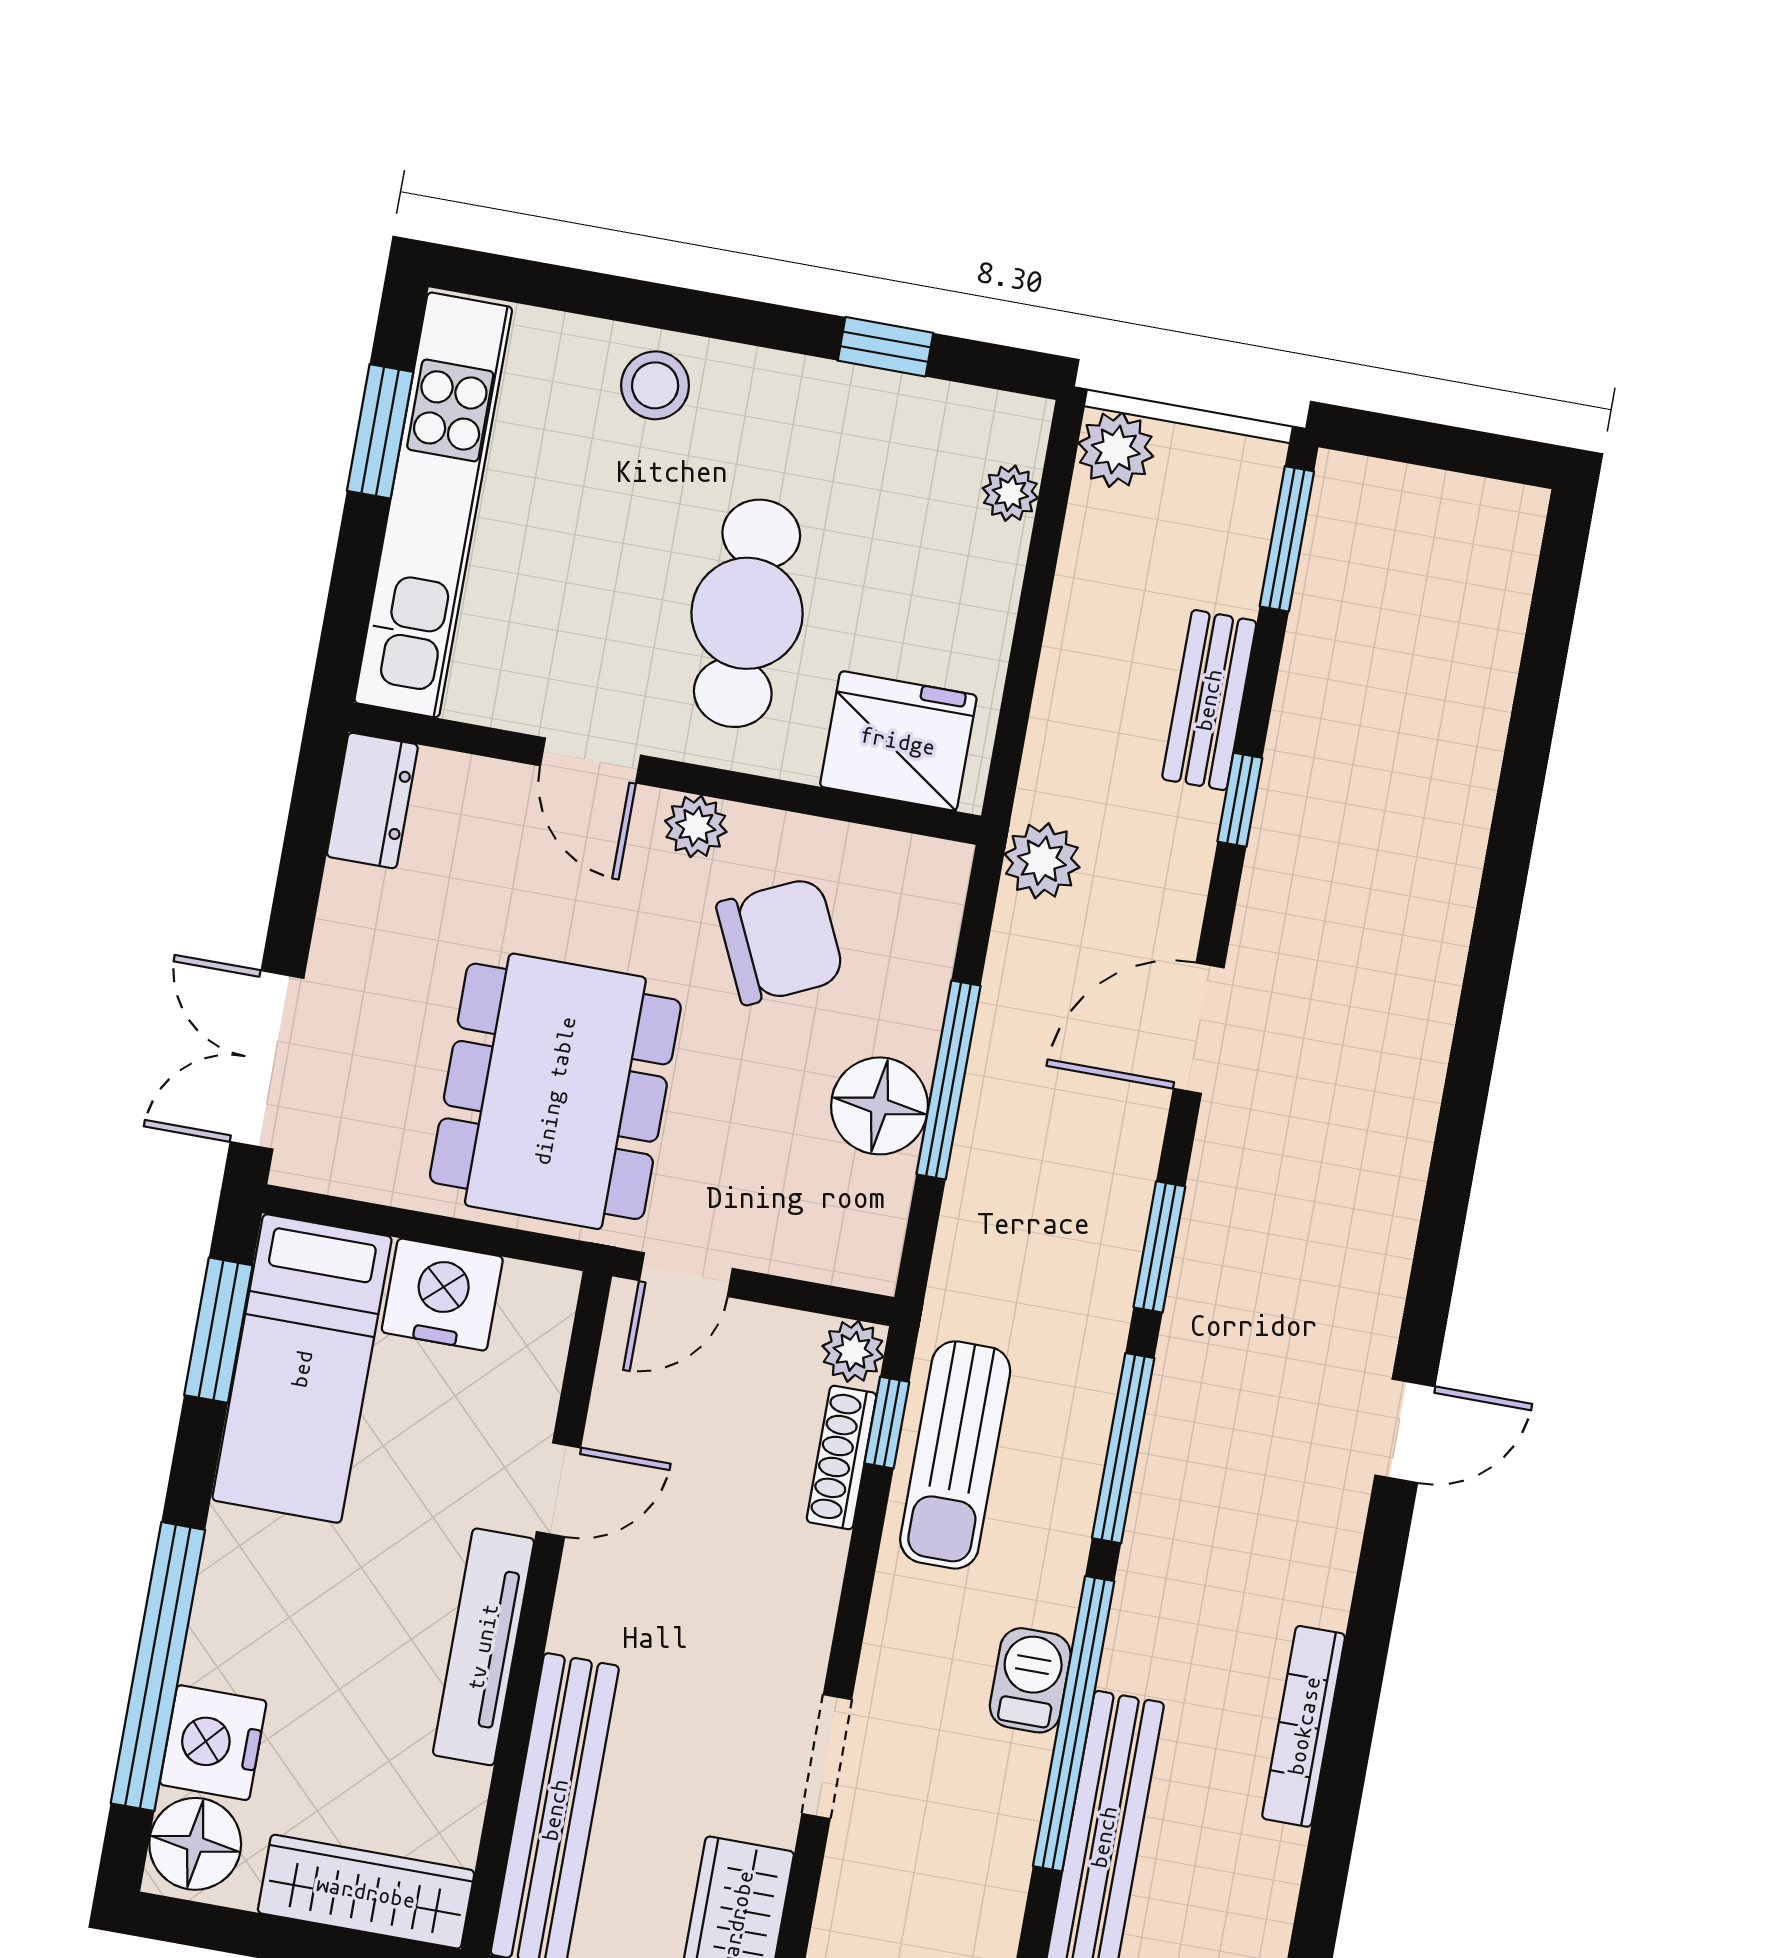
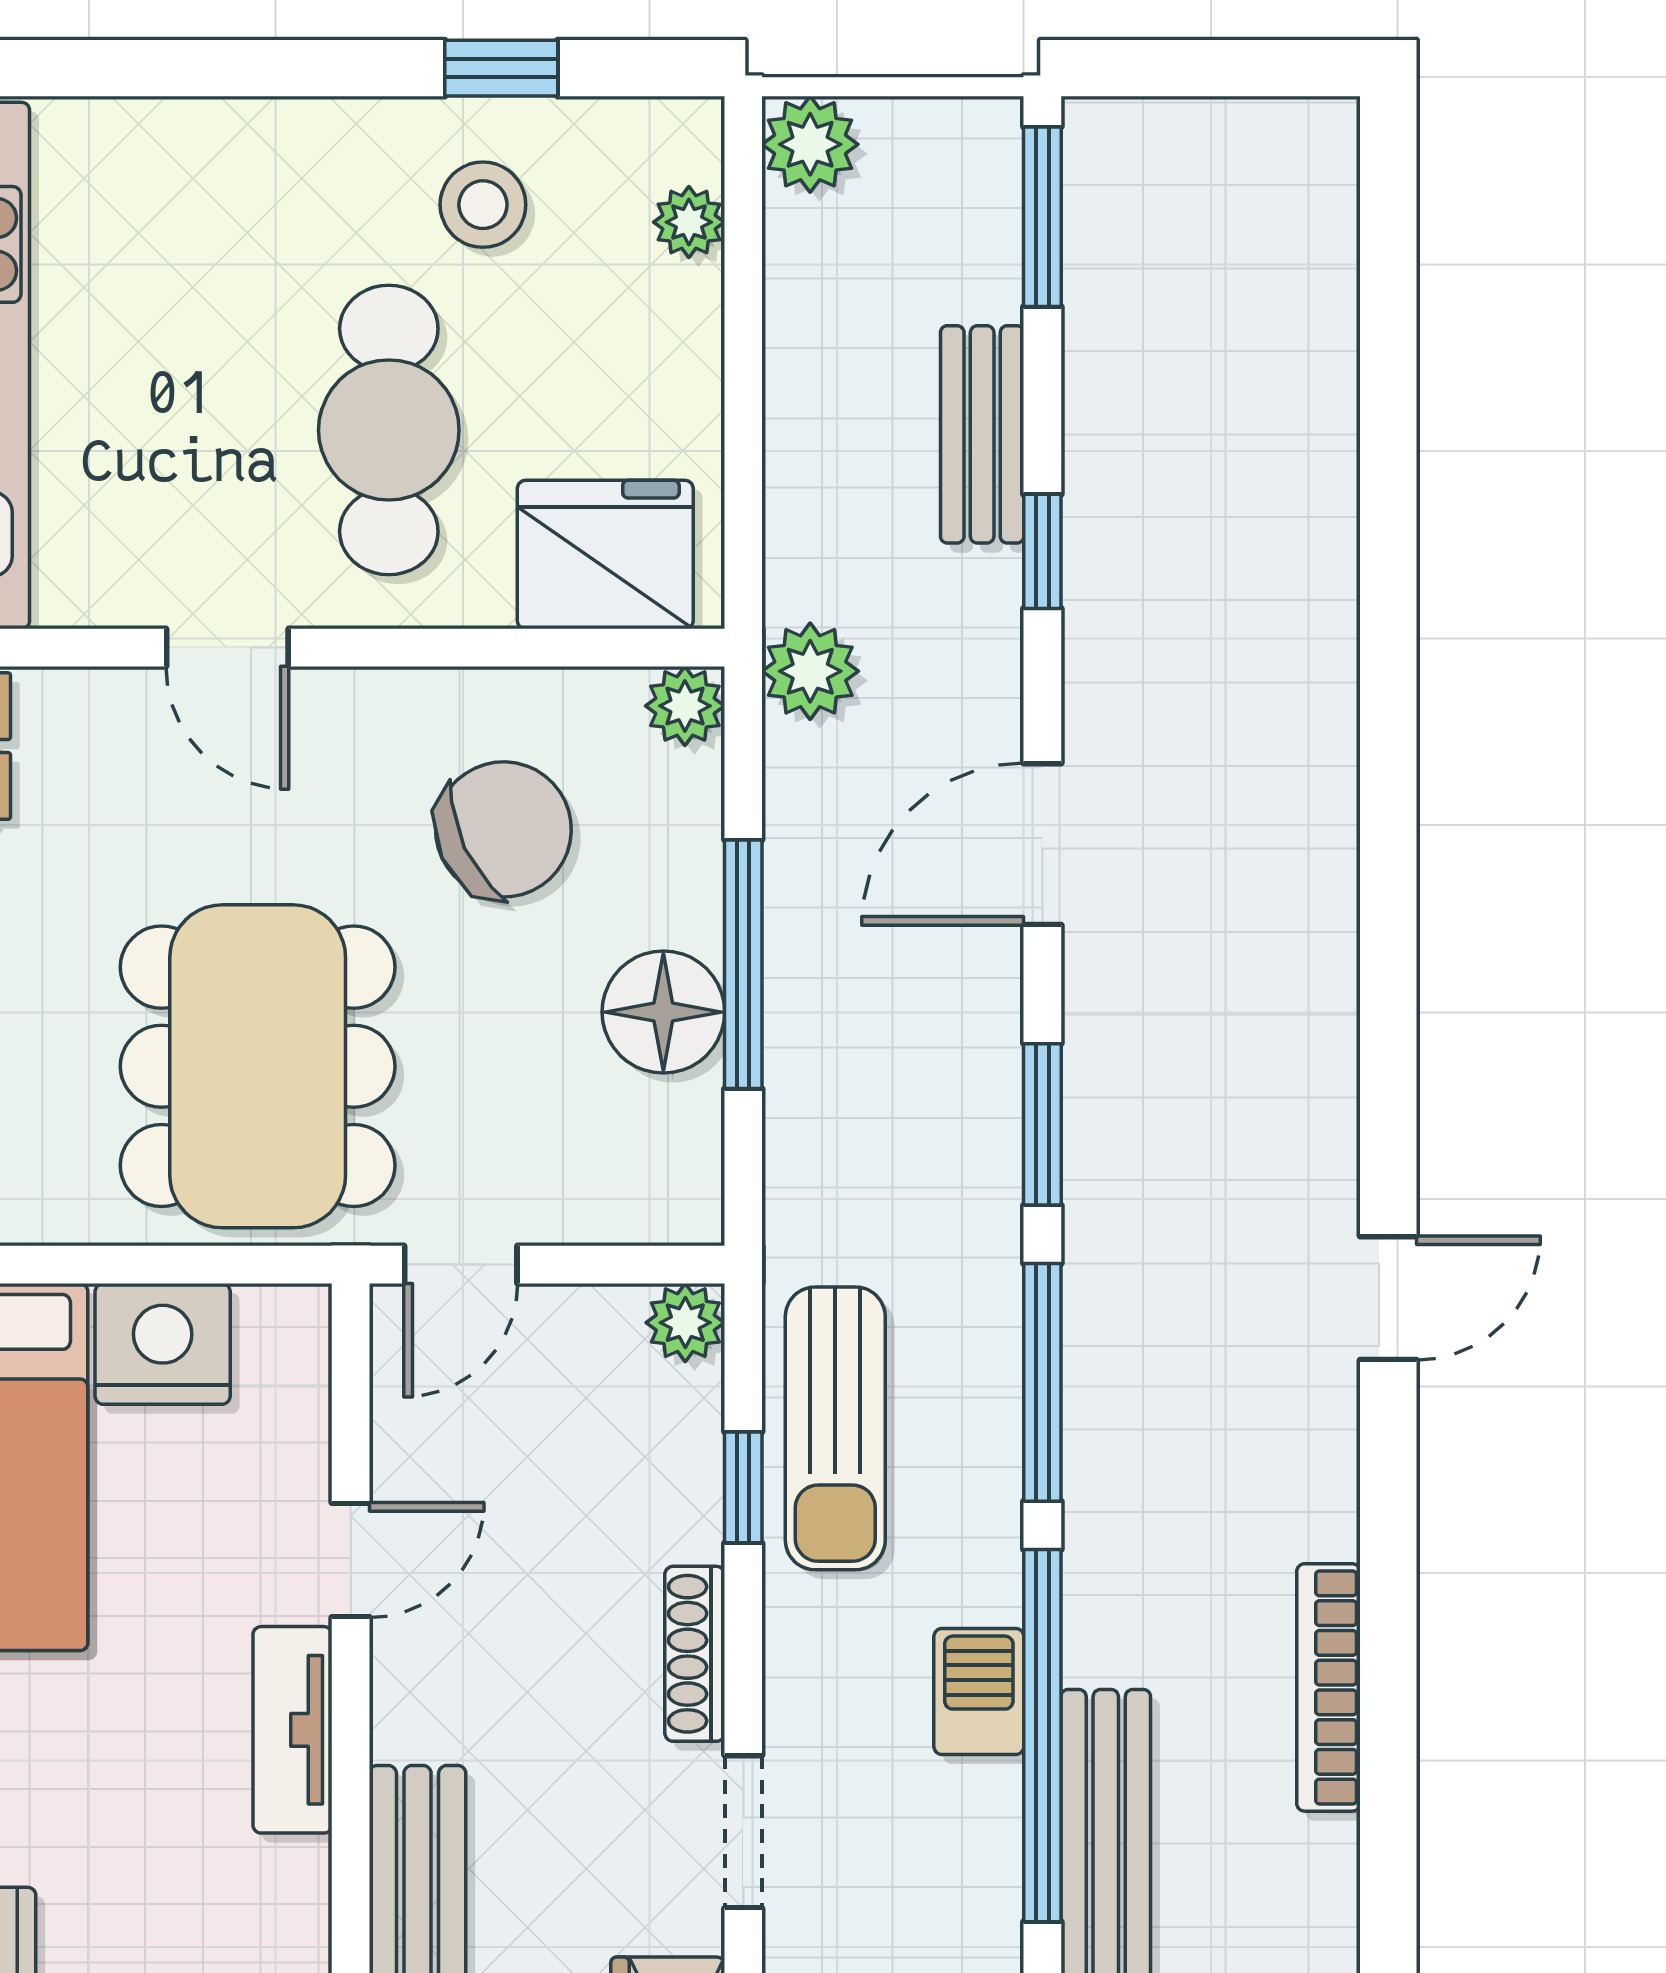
stool: (655, 385) -> (483, 205), moved
plant: (696, 826) -> (685, 706), moved
window: (887, 1423) -> (743, 1487), moved
shoe rack: (842, 1457) -> (695, 1654), moved
tv unit: (483, 1647) -> (292, 1730), width x0.71

